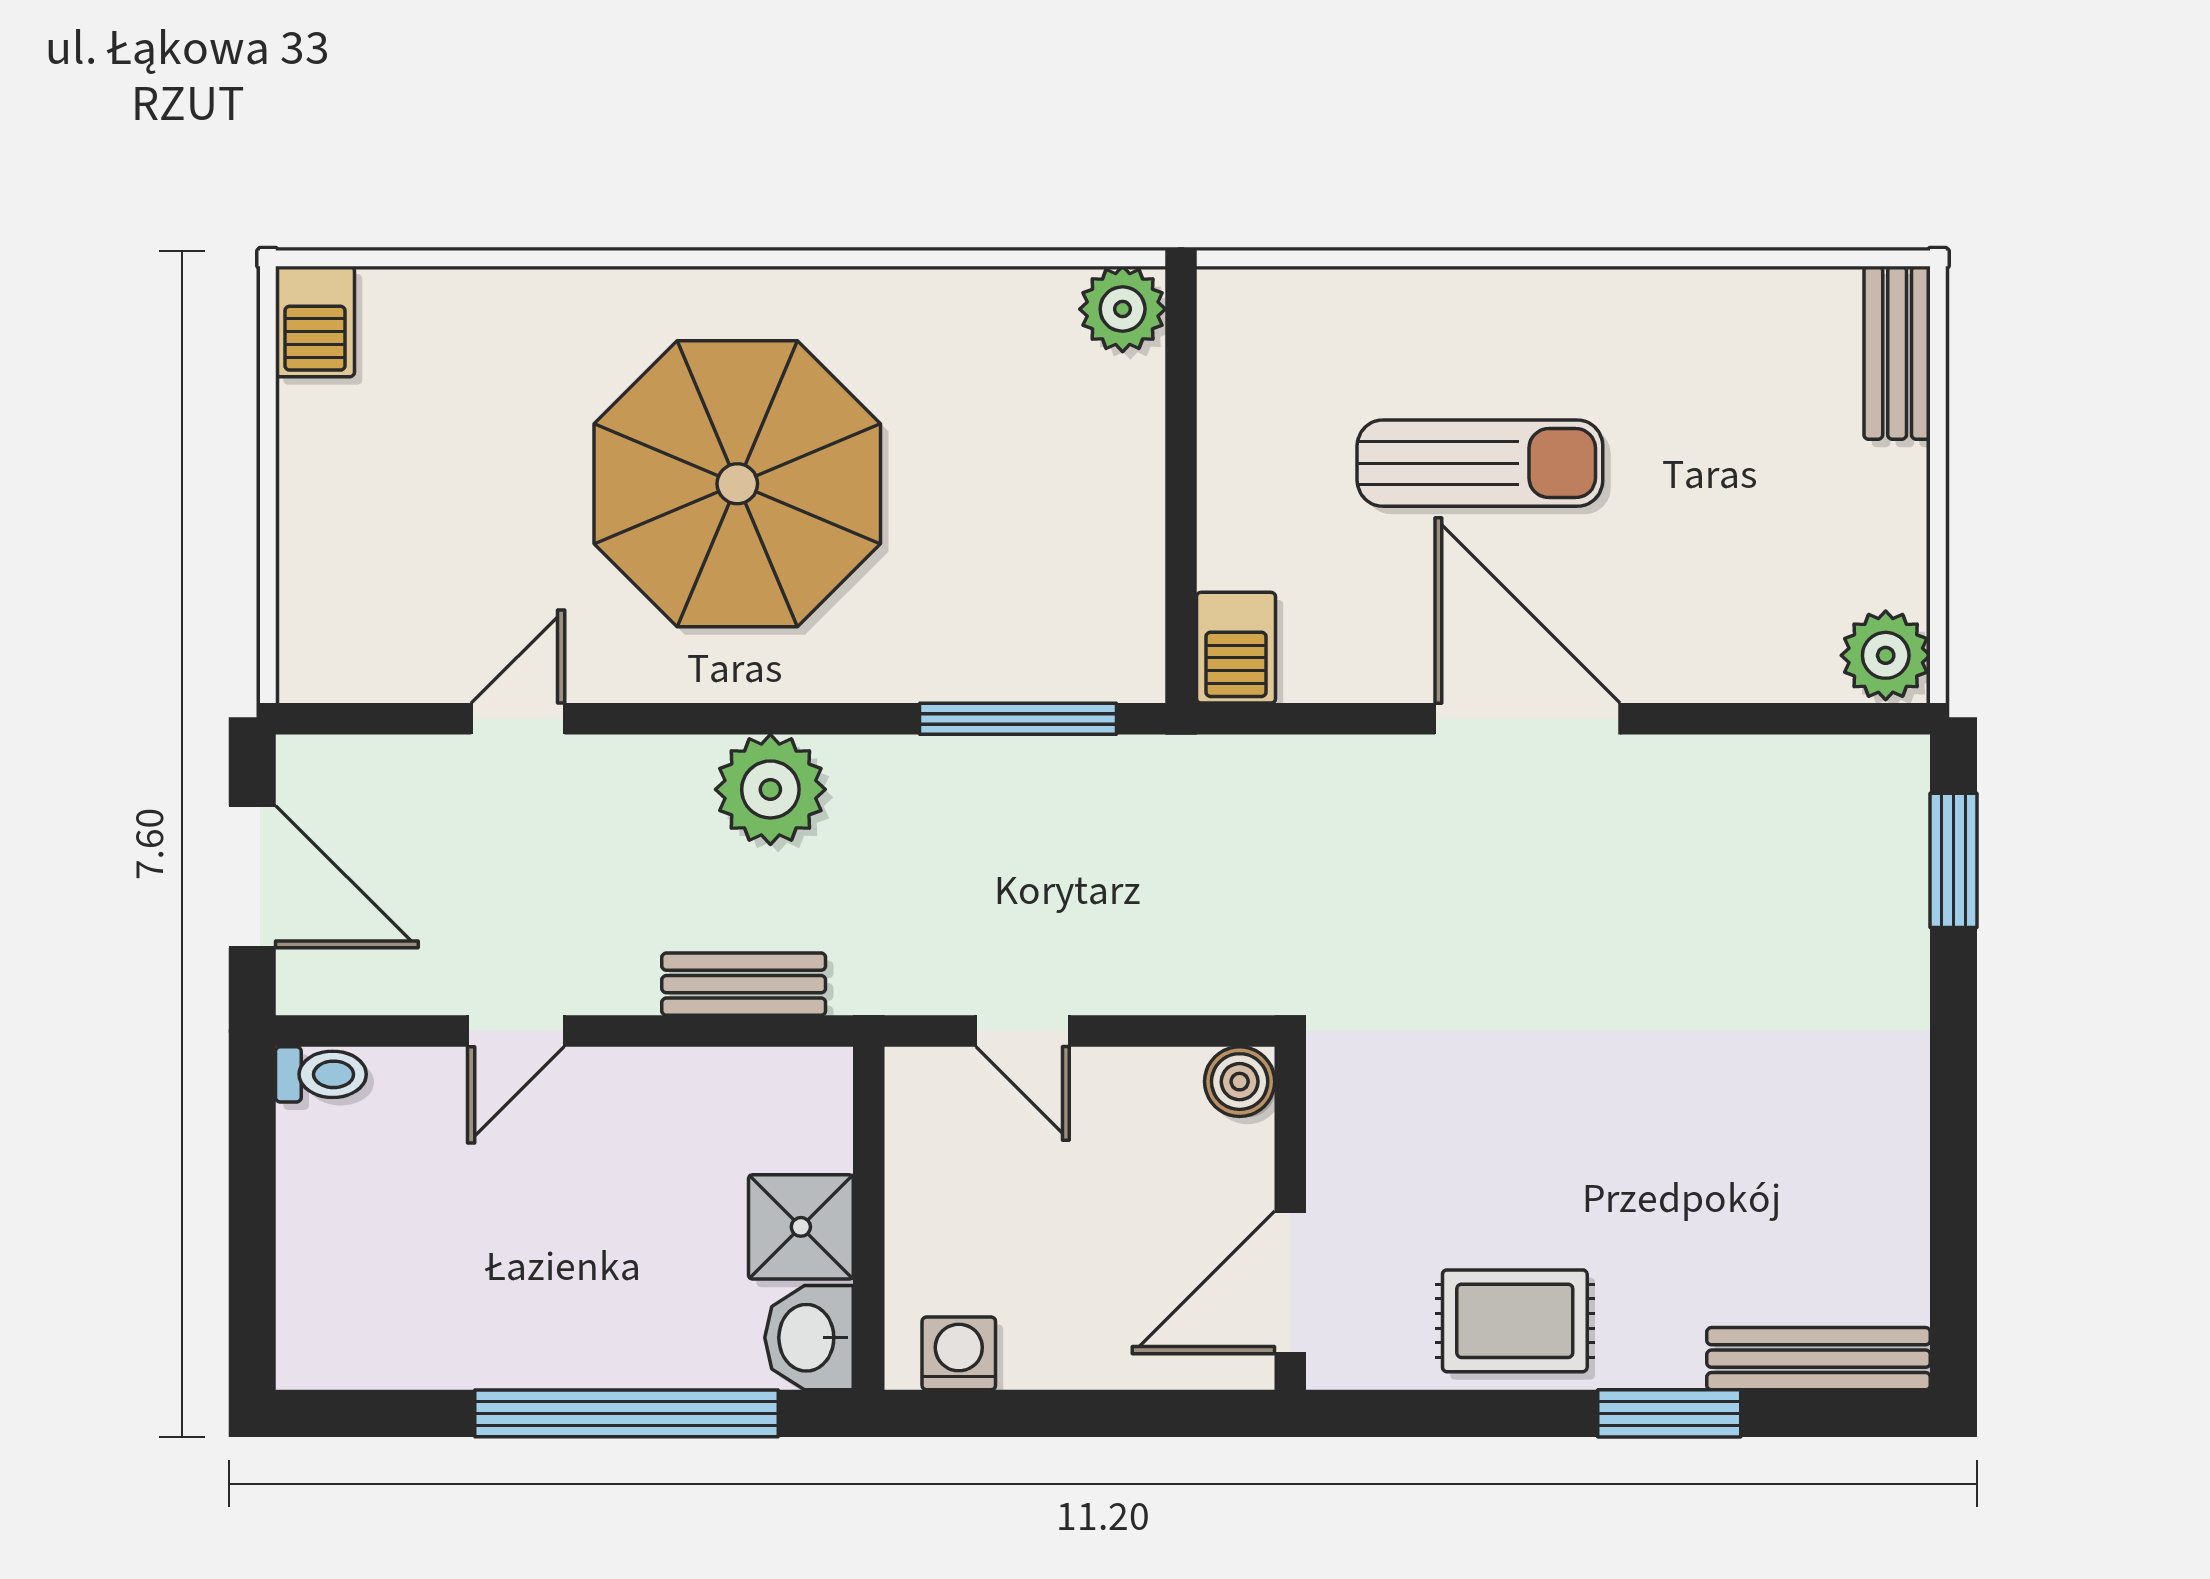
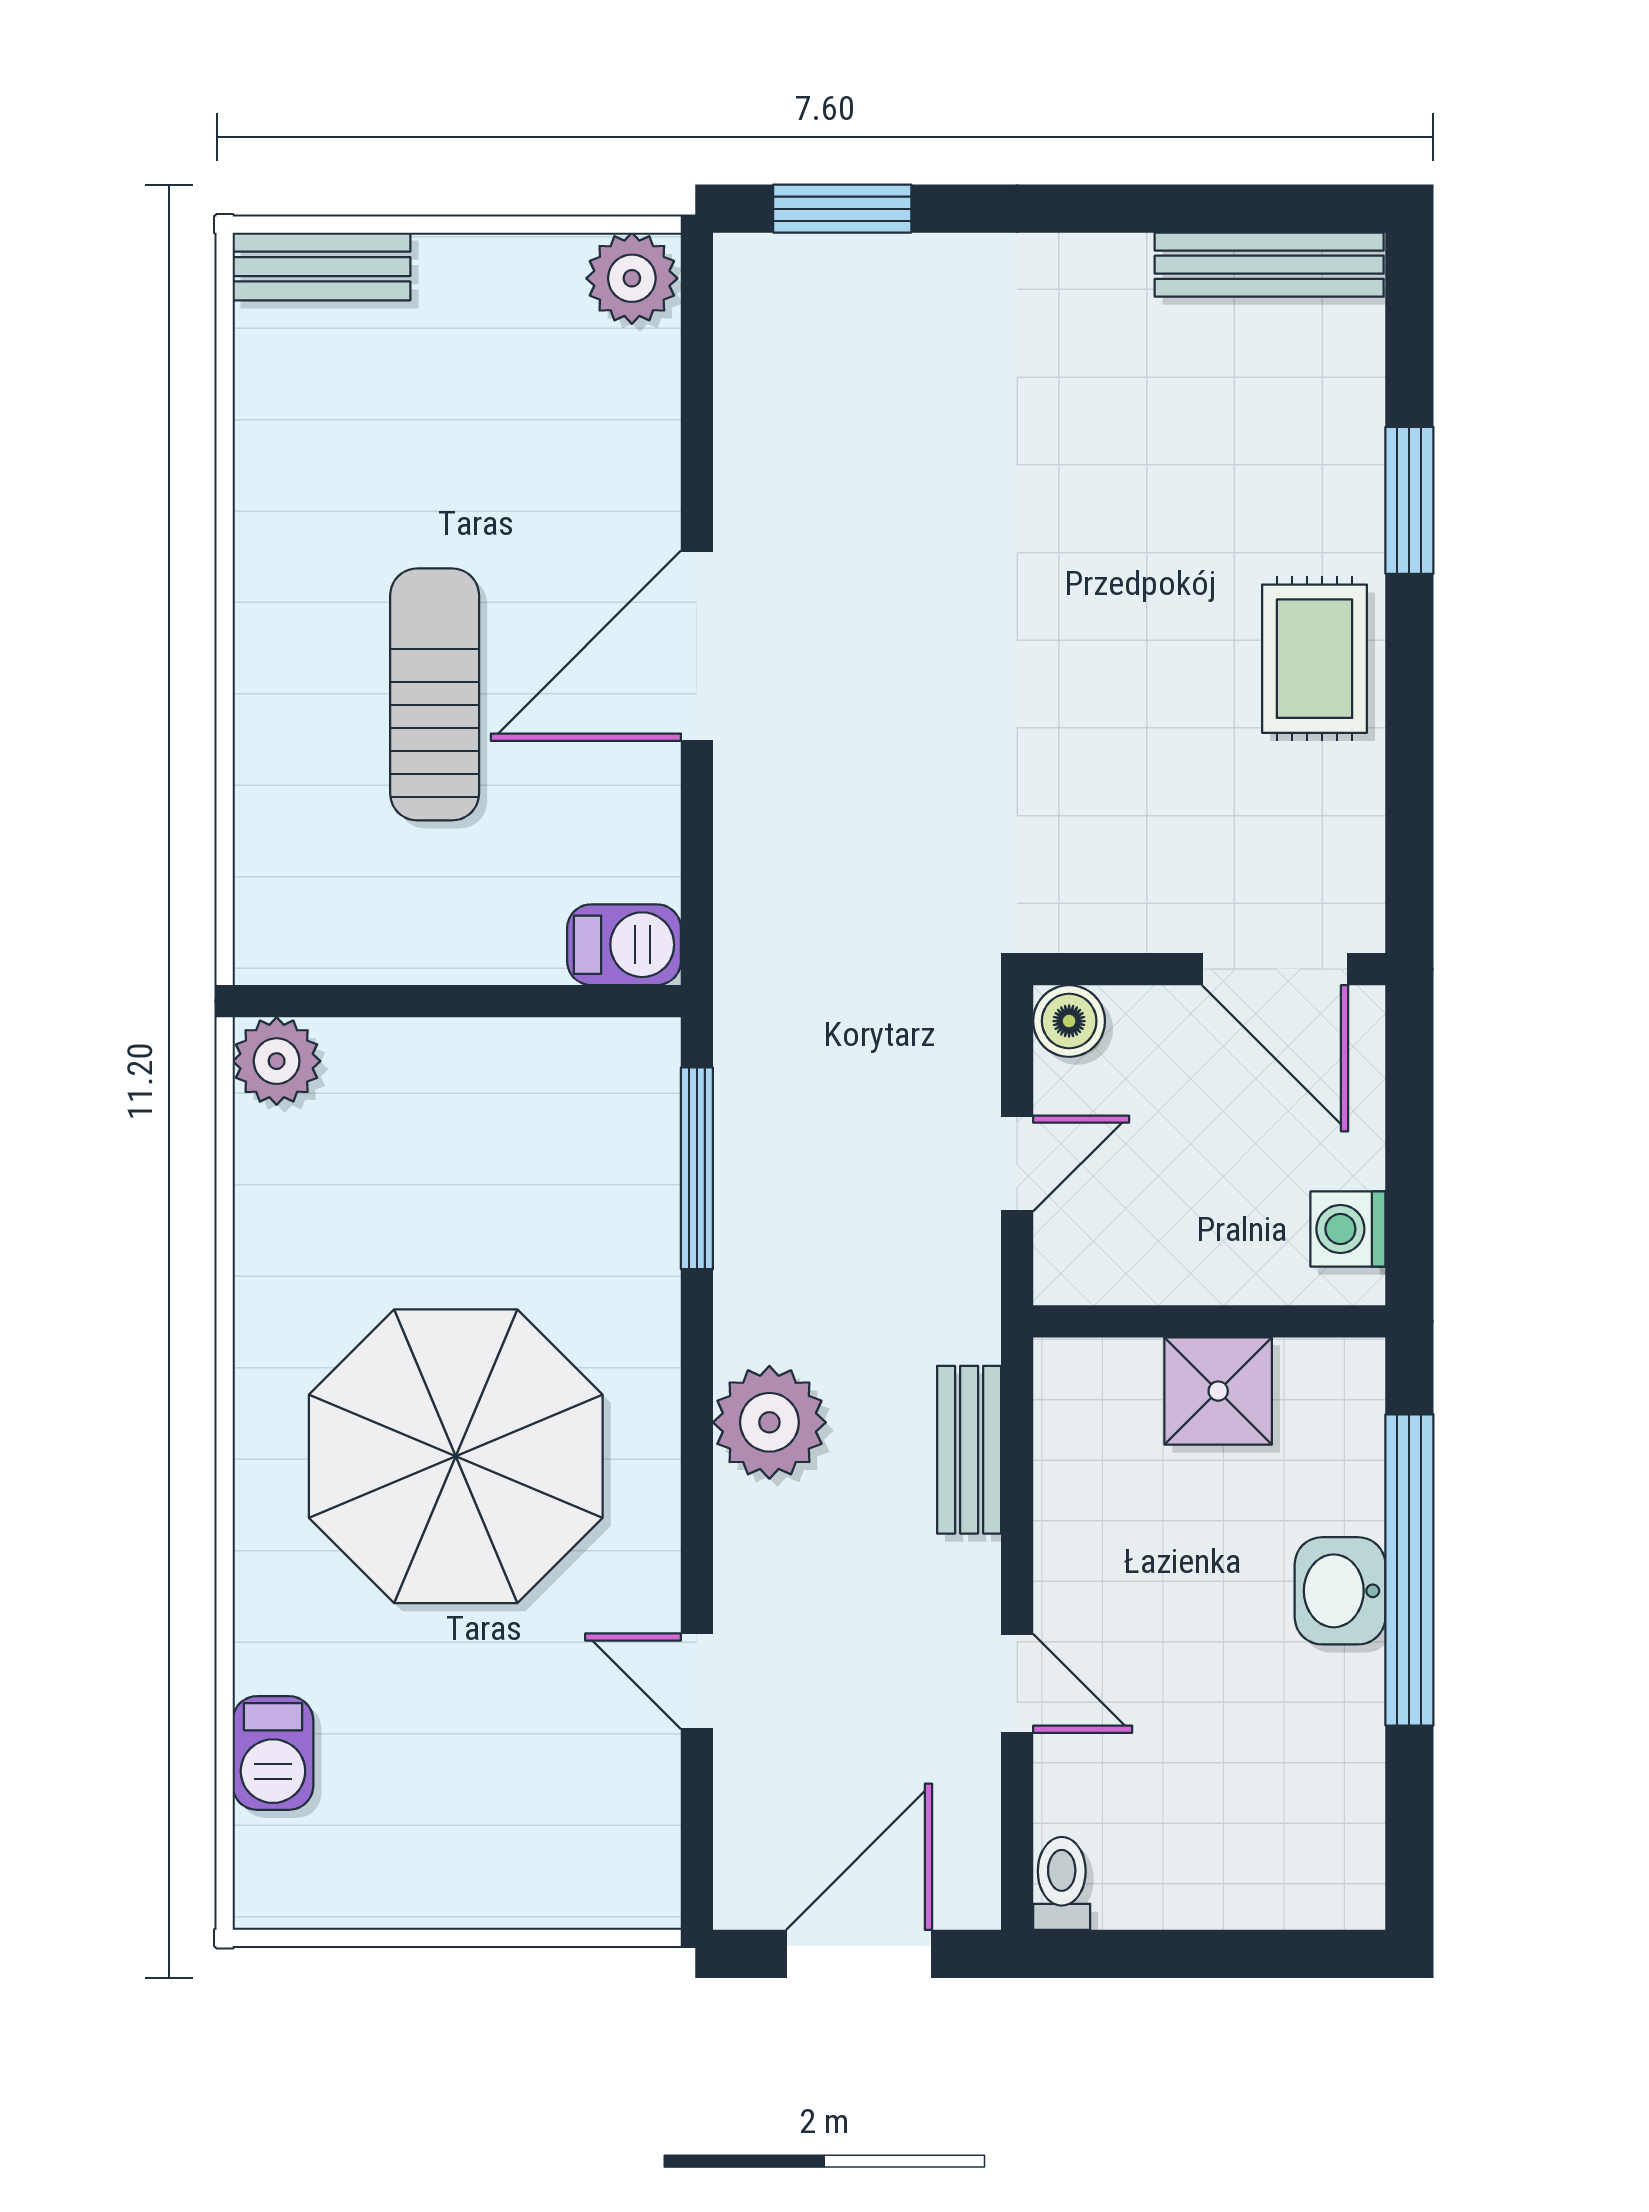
barbecue: (315, 322) -> (273, 1753), moved, turned 90
boiler: (1240, 1082) -> (1069, 1021), moved
wall: (1290, 1218) -> (1209, 969), moved
door: (1290, 1282) -> (1275, 969), moved
washbasin: (809, 1338) -> (1340, 1591), moved, turned 90
bench: (1819, 1359) -> (1269, 265), moved, turned 90

